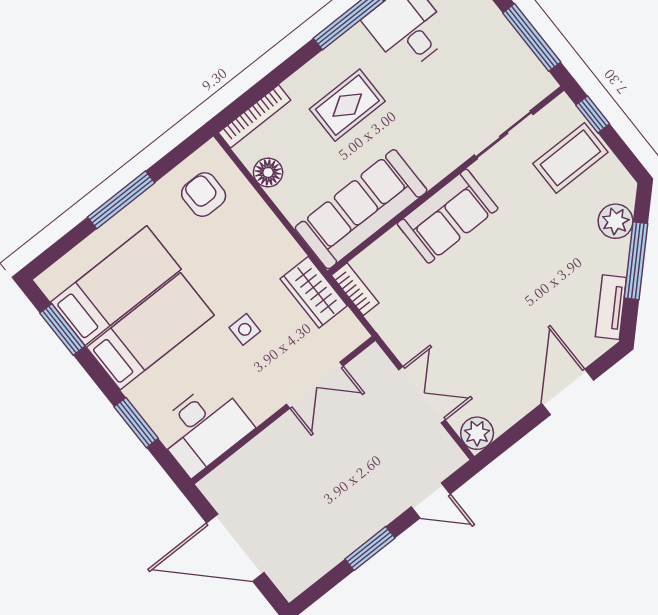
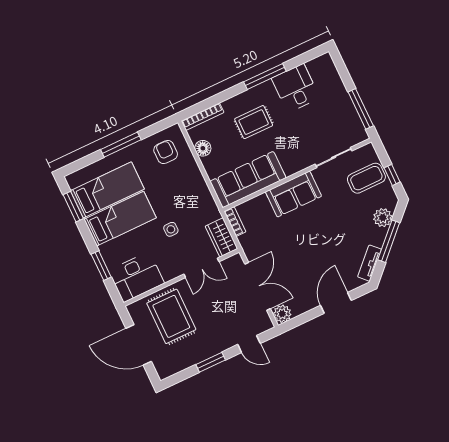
window: (593, 114) -> (392, 175), moved
wardrobe: (314, 292) -> (221, 237), moved
double door: (422, 395) -> (258, 286), width x1.37
rug: (281, 484) -> (171, 316), added

